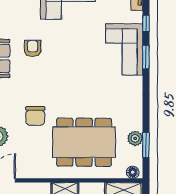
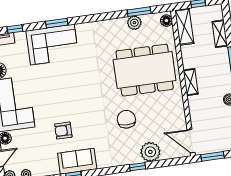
window: (146, 23) -> (15, 29), moved
chair: (35, 116) -> (126, 119), turned -90
dining table: (84, 142) -> (145, 70), turned 90

